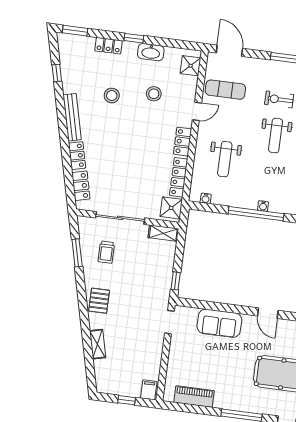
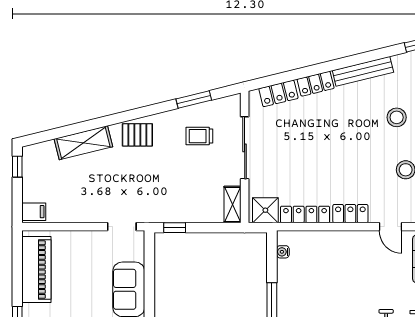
weight bench: (225, 159) -> (335, 269), removed
shelving: (98, 344) -> (83, 143), width x1.50, depth x1.33
piano: (194, 396) -> (36, 270), width x1.37, depth x1.33
window: (127, 400) -> (17, 167), moved

